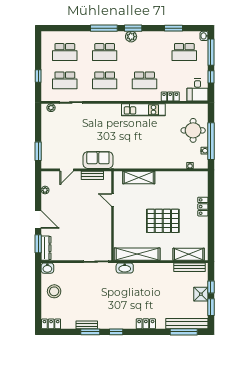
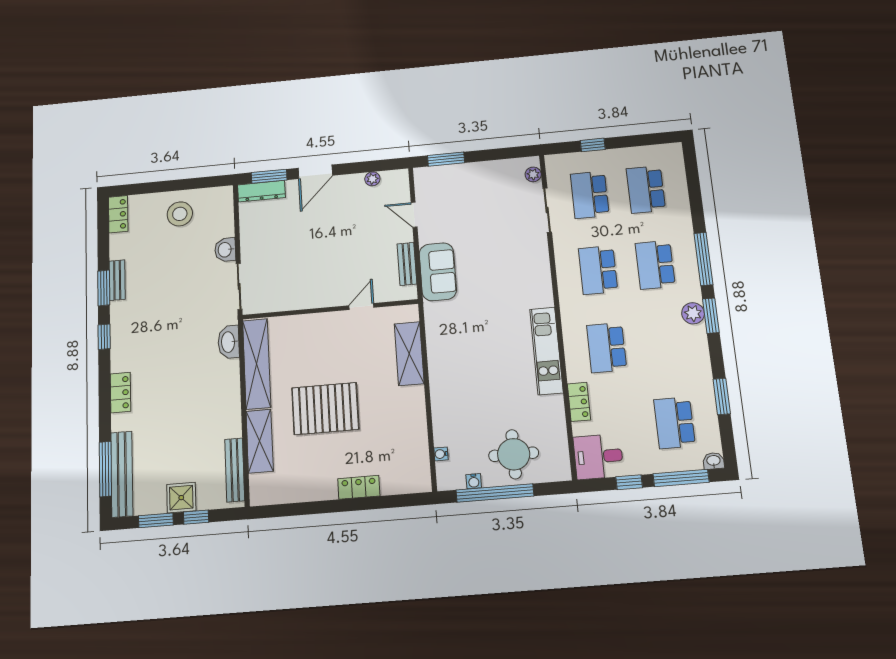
pallet: (163, 221) -> (325, 409), turned 90
shelving: (189, 254) -> (260, 441), moved
washbasin: (47, 268) -> (225, 250), moved

